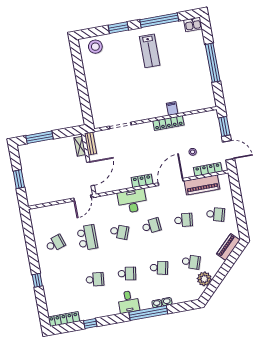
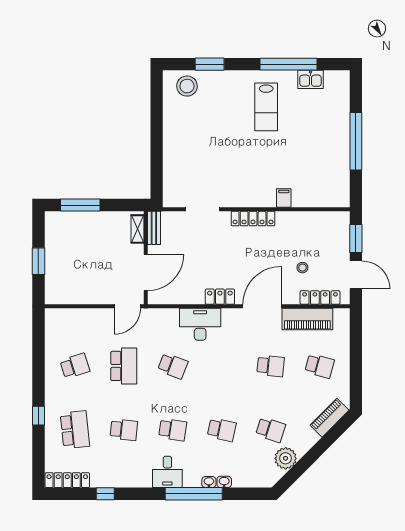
kitchen sink: (193, 24) -> (311, 79), moved
window: (118, 28) -> (210, 64), moved
locker: (168, 123) -> (253, 218), moved
school desk: (151, 226) -> (75, 430), moved, width x1.85

